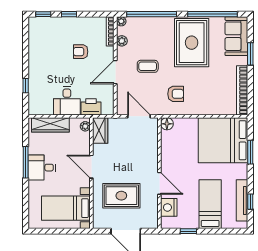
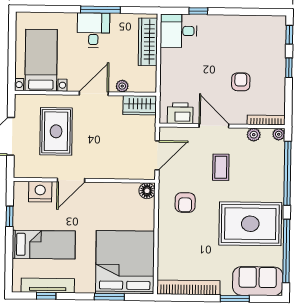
desk: (67, 101) -> (179, 31), moved
printer: (91, 107) -> (180, 113), moved, turned -90
plant: (85, 126) -> (122, 86), moved

